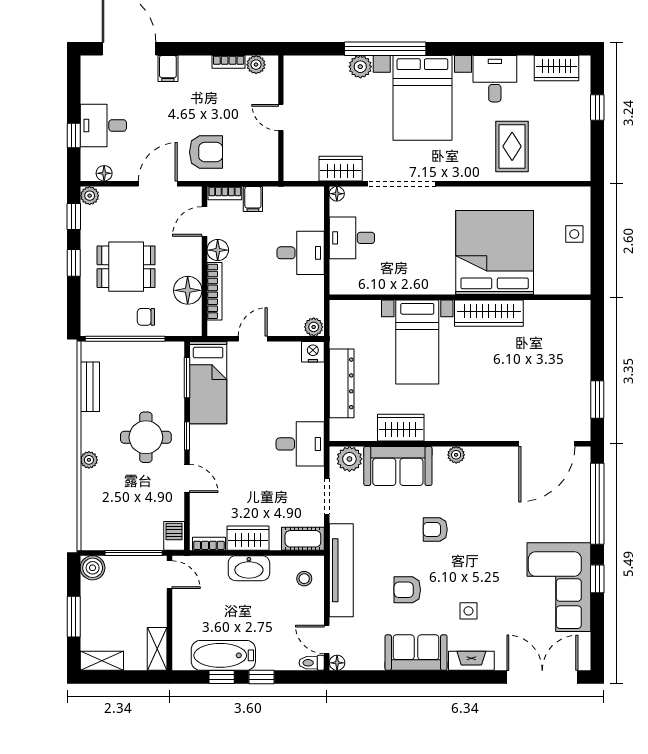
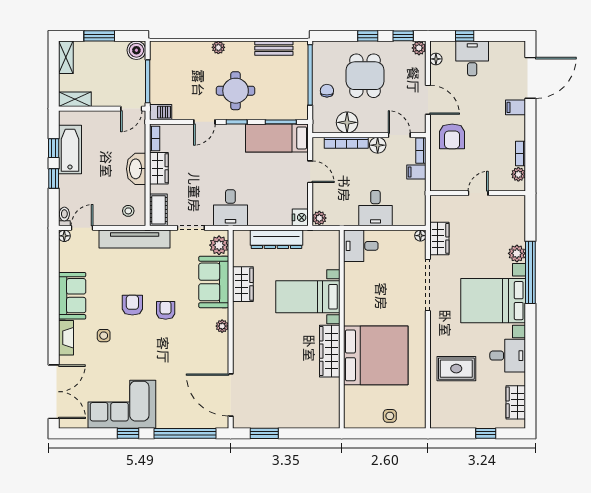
desk: (352, 238) -> (361, 246), moved, turned -90
armchair: (407, 590) -> (132, 305), moved

